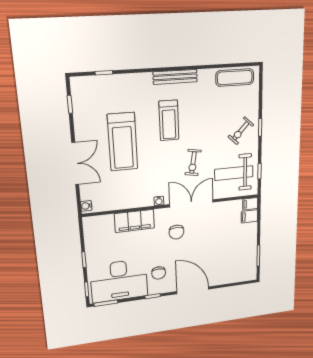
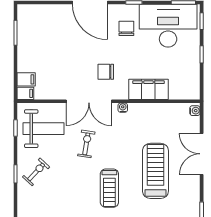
treadmill: (169, 120) -> (109, 188), turned 180
chair: (176, 232) -> (106, 72), turned -90

